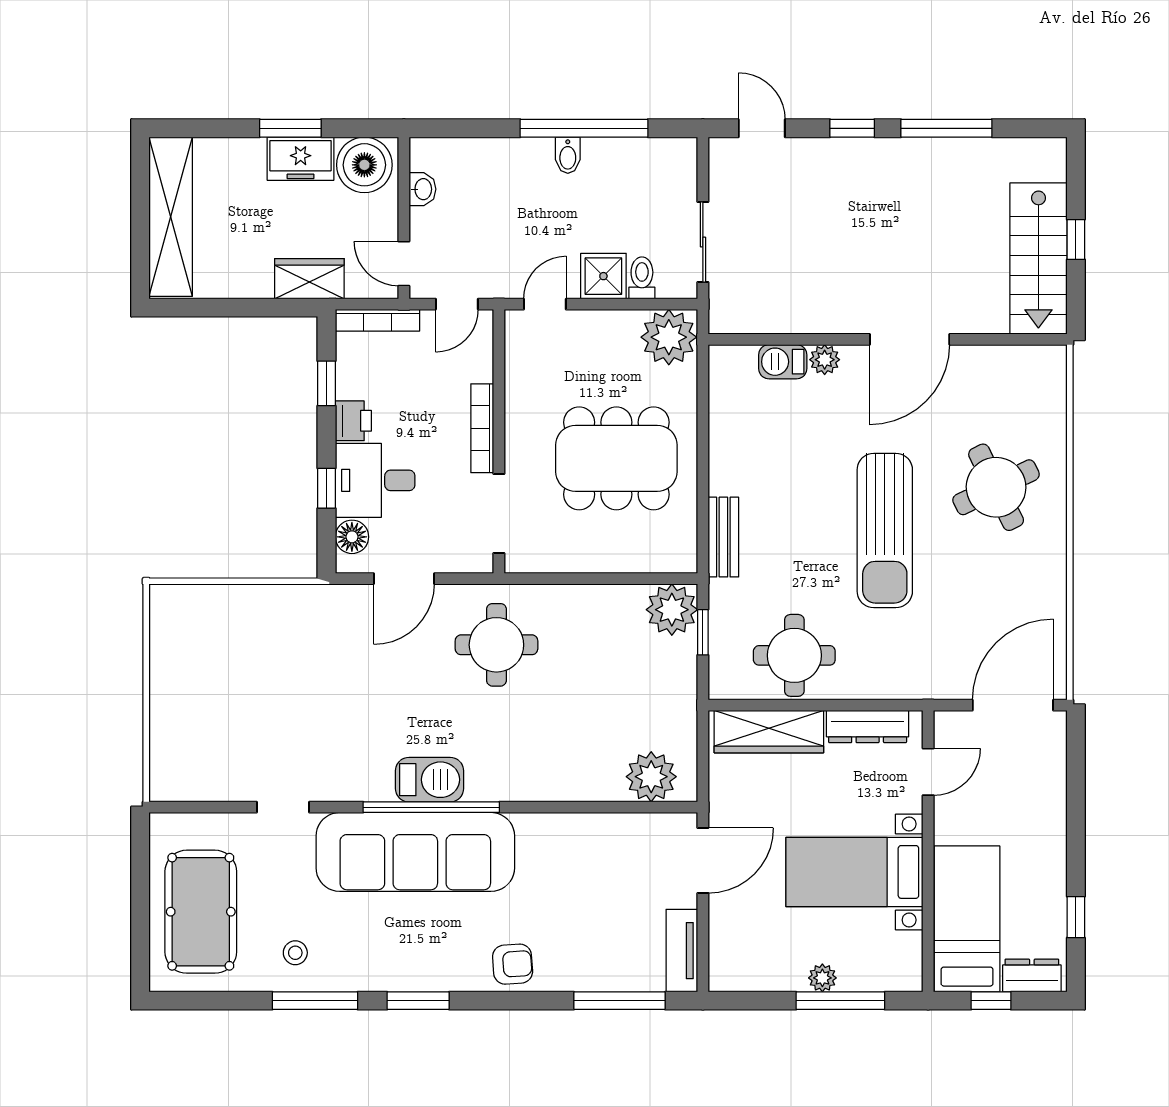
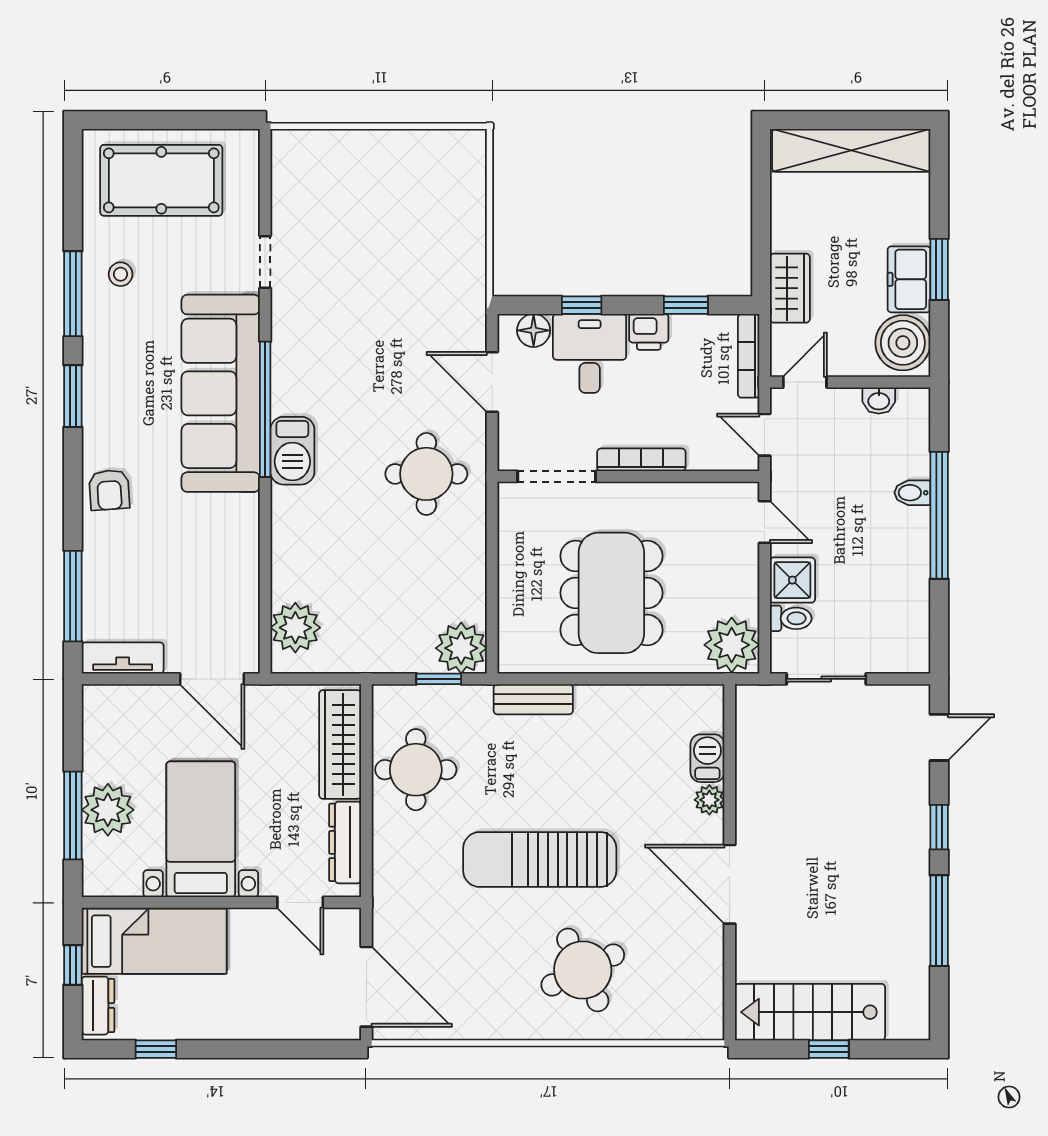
window: (584, 128) -> (939, 515), moved
bidet: (568, 155) -> (912, 493), moved
barbecue: (430, 780) -> (292, 451), moved
plant: (822, 978) -> (108, 810), width x1.87, depth x1.87

